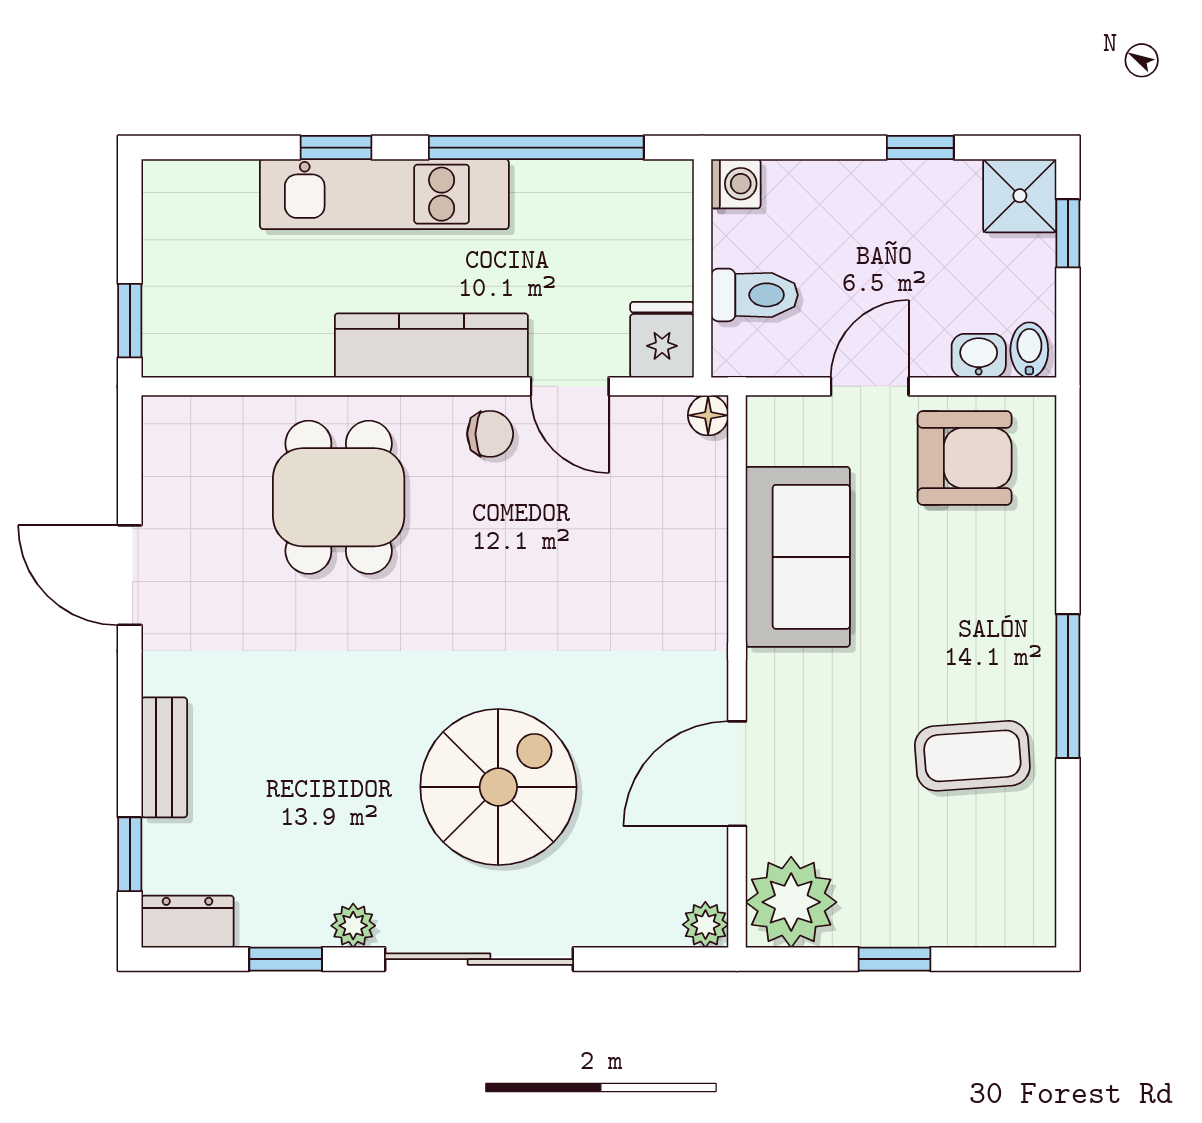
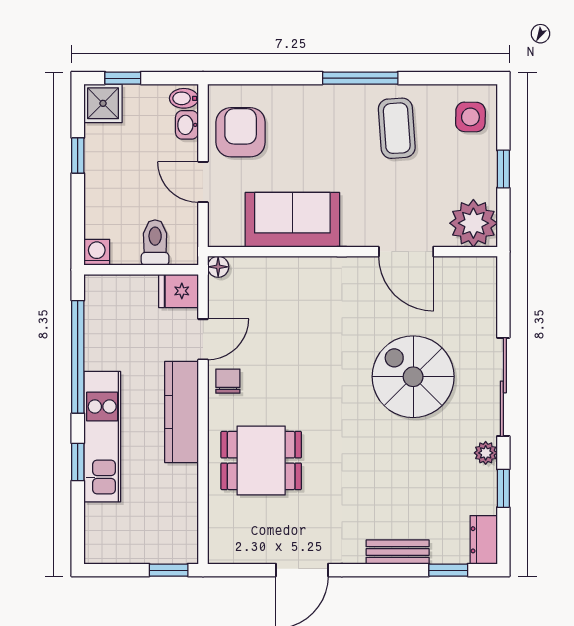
side table: (994, 896) -> (470, 117), added
plant: (705, 925) -> (485, 268), removed

